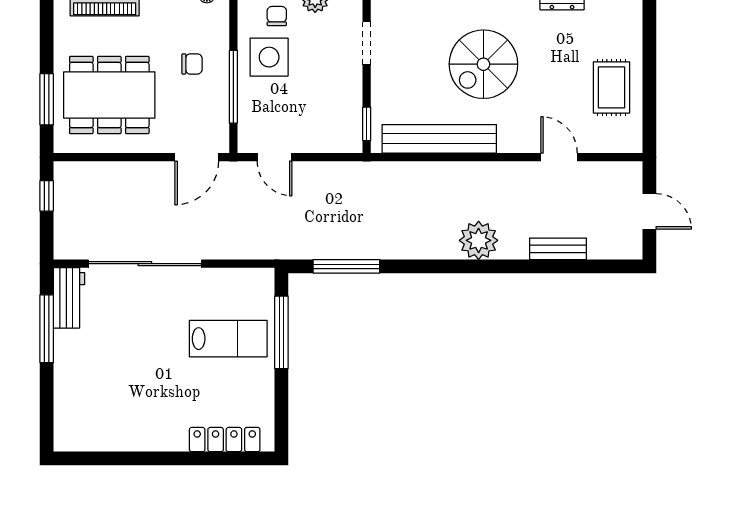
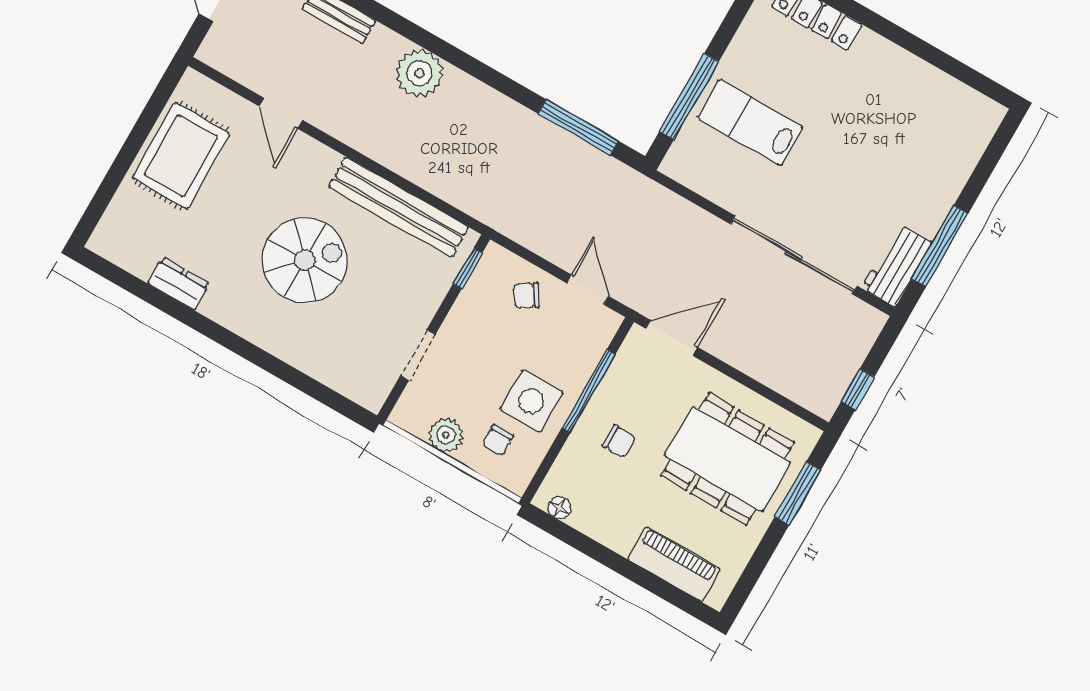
chair: (192, 64) -> (619, 441), turned 180
rug: (611, 87) -> (181, 156), width x1.36, depth x1.43
chair: (315, 128) -> (527, 296), added

